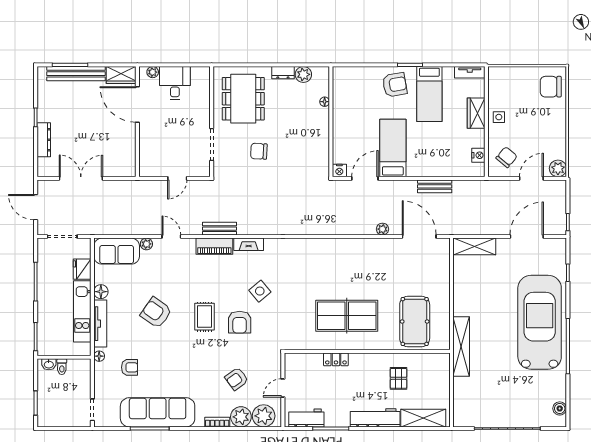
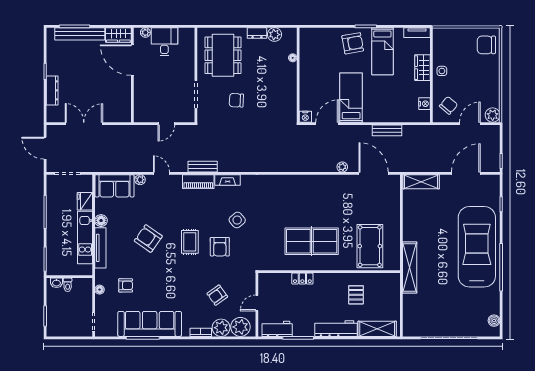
floor lamp: (99, 356) -> (100, 290), moved

